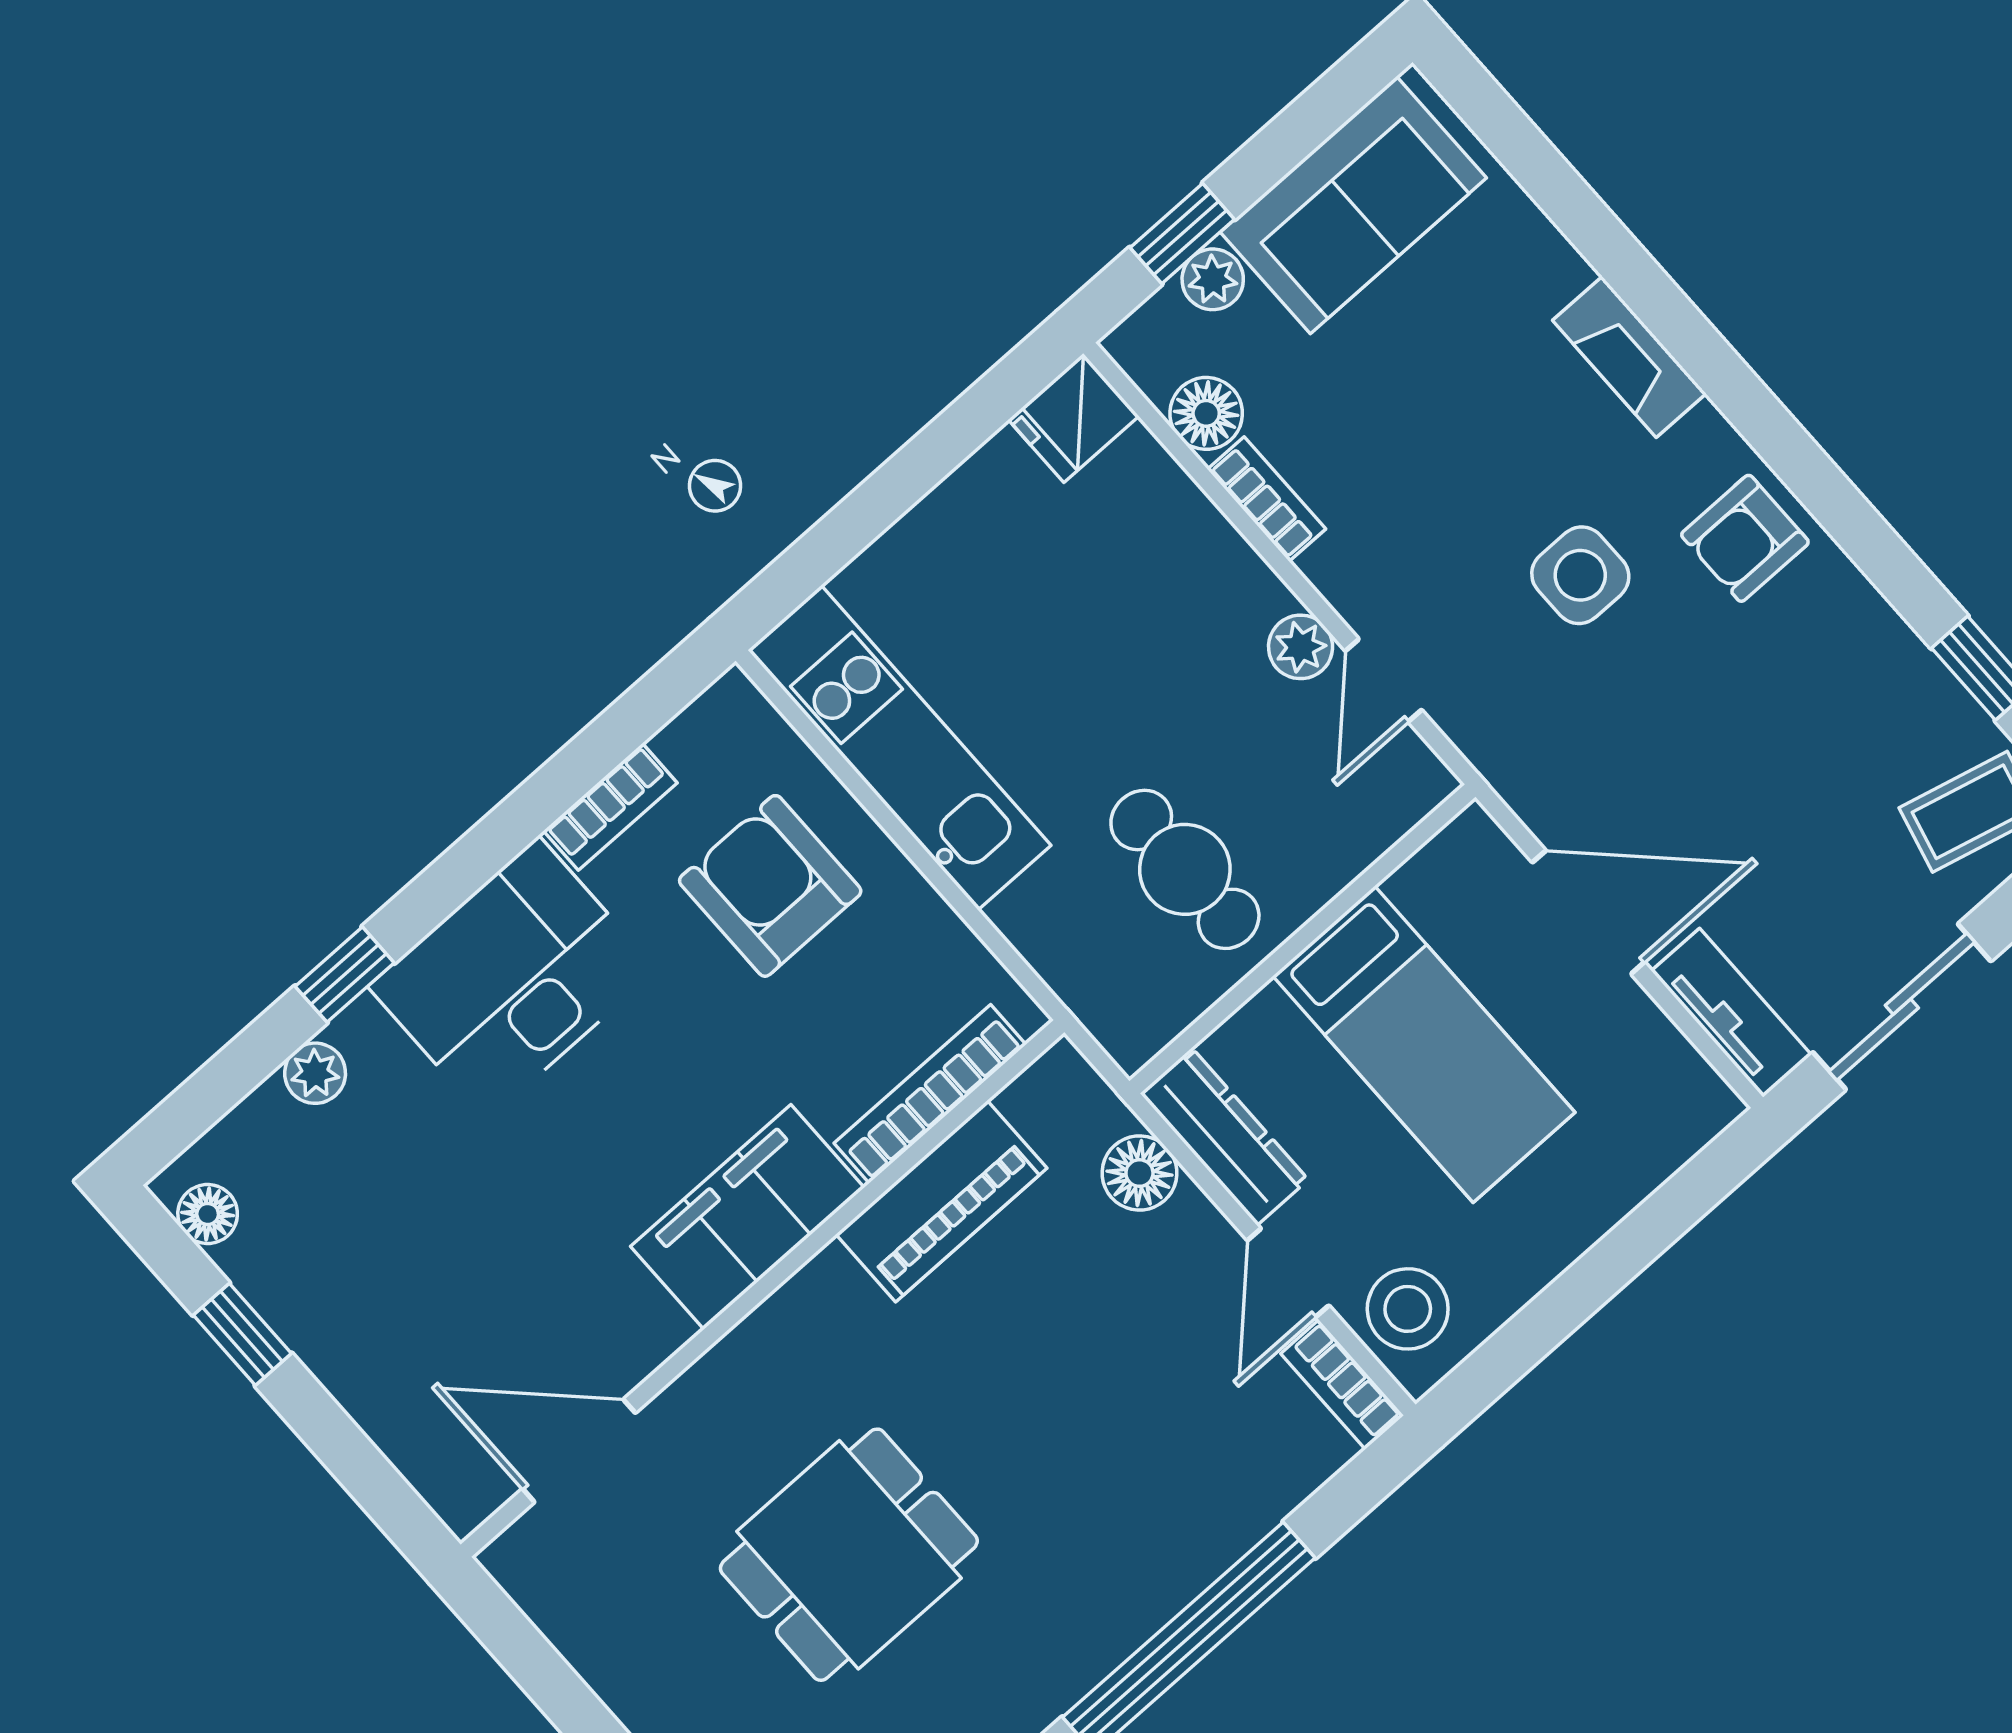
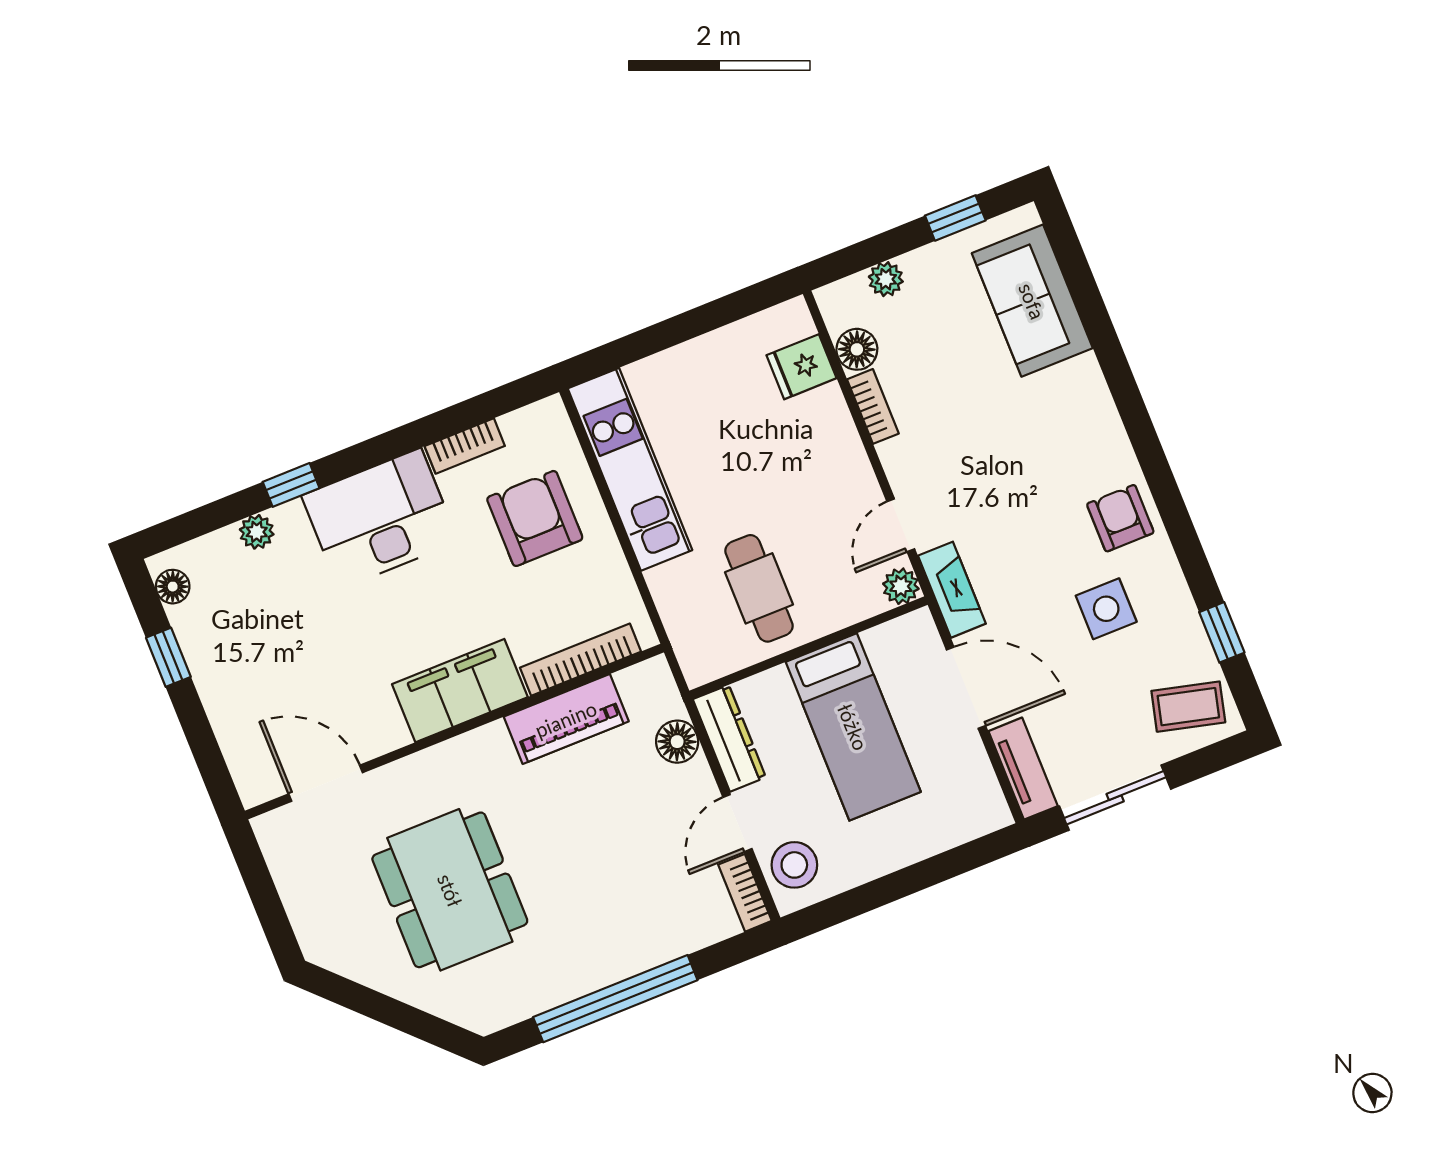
sofa: (1353, 205) -> (1032, 301), moved, turned 90
window: (1182, 233) -> (955, 218), moved
fireplace: (1629, 357) -> (952, 590), moved, turned 180
fridge: (1074, 418) -> (802, 367), moved
armchair: (1745, 538) -> (1120, 518), turned 90
side table: (1580, 575) -> (1106, 609), moved
plant: (1301, 647) -> (901, 586), moved
dining table: (849, 1555) -> (450, 890), width x1.38

